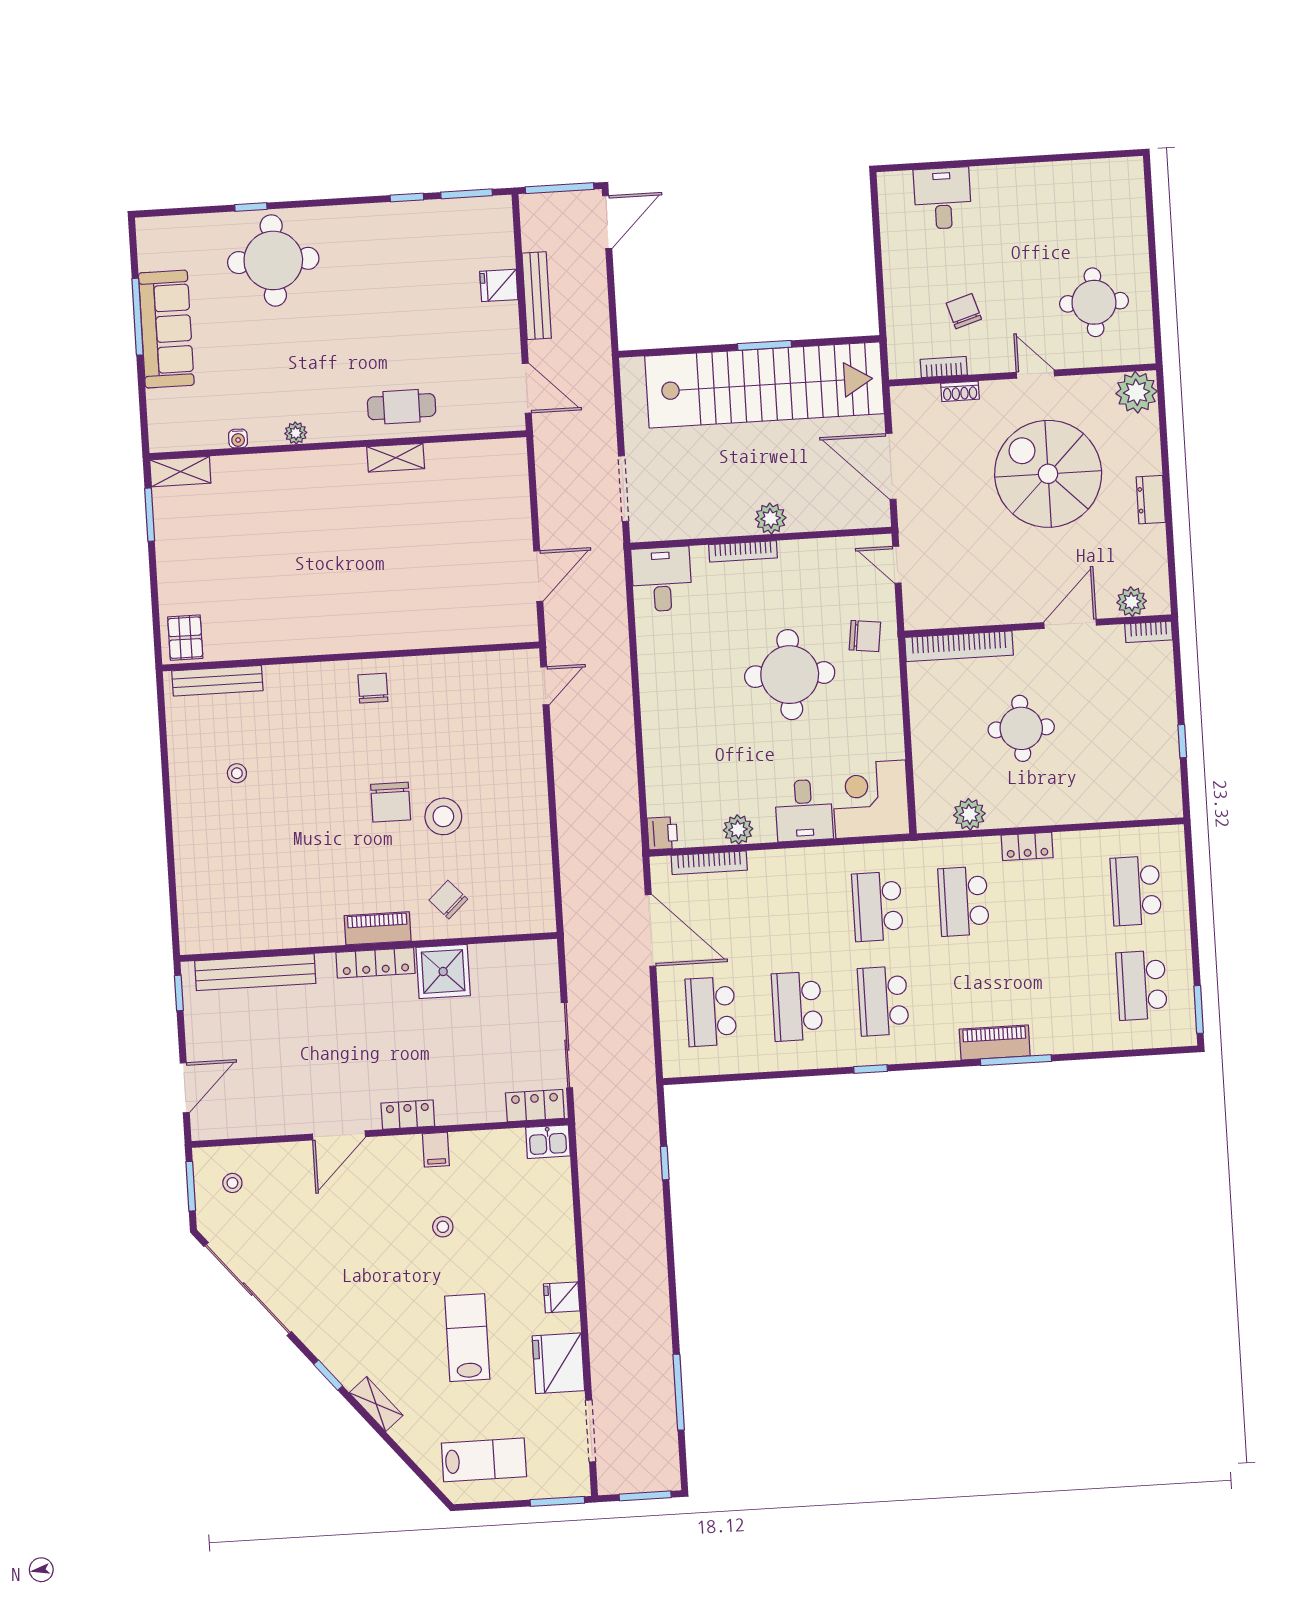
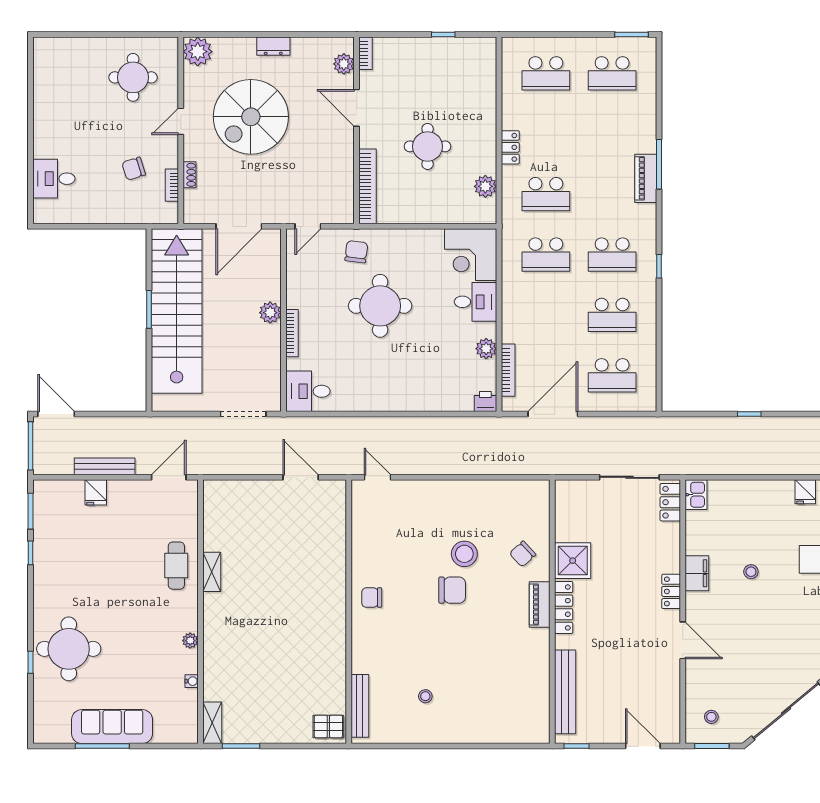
filing cabinet: (436, 1150) -> (697, 573), width x2.00
window: (665, 1163) -> (749, 414), moved

